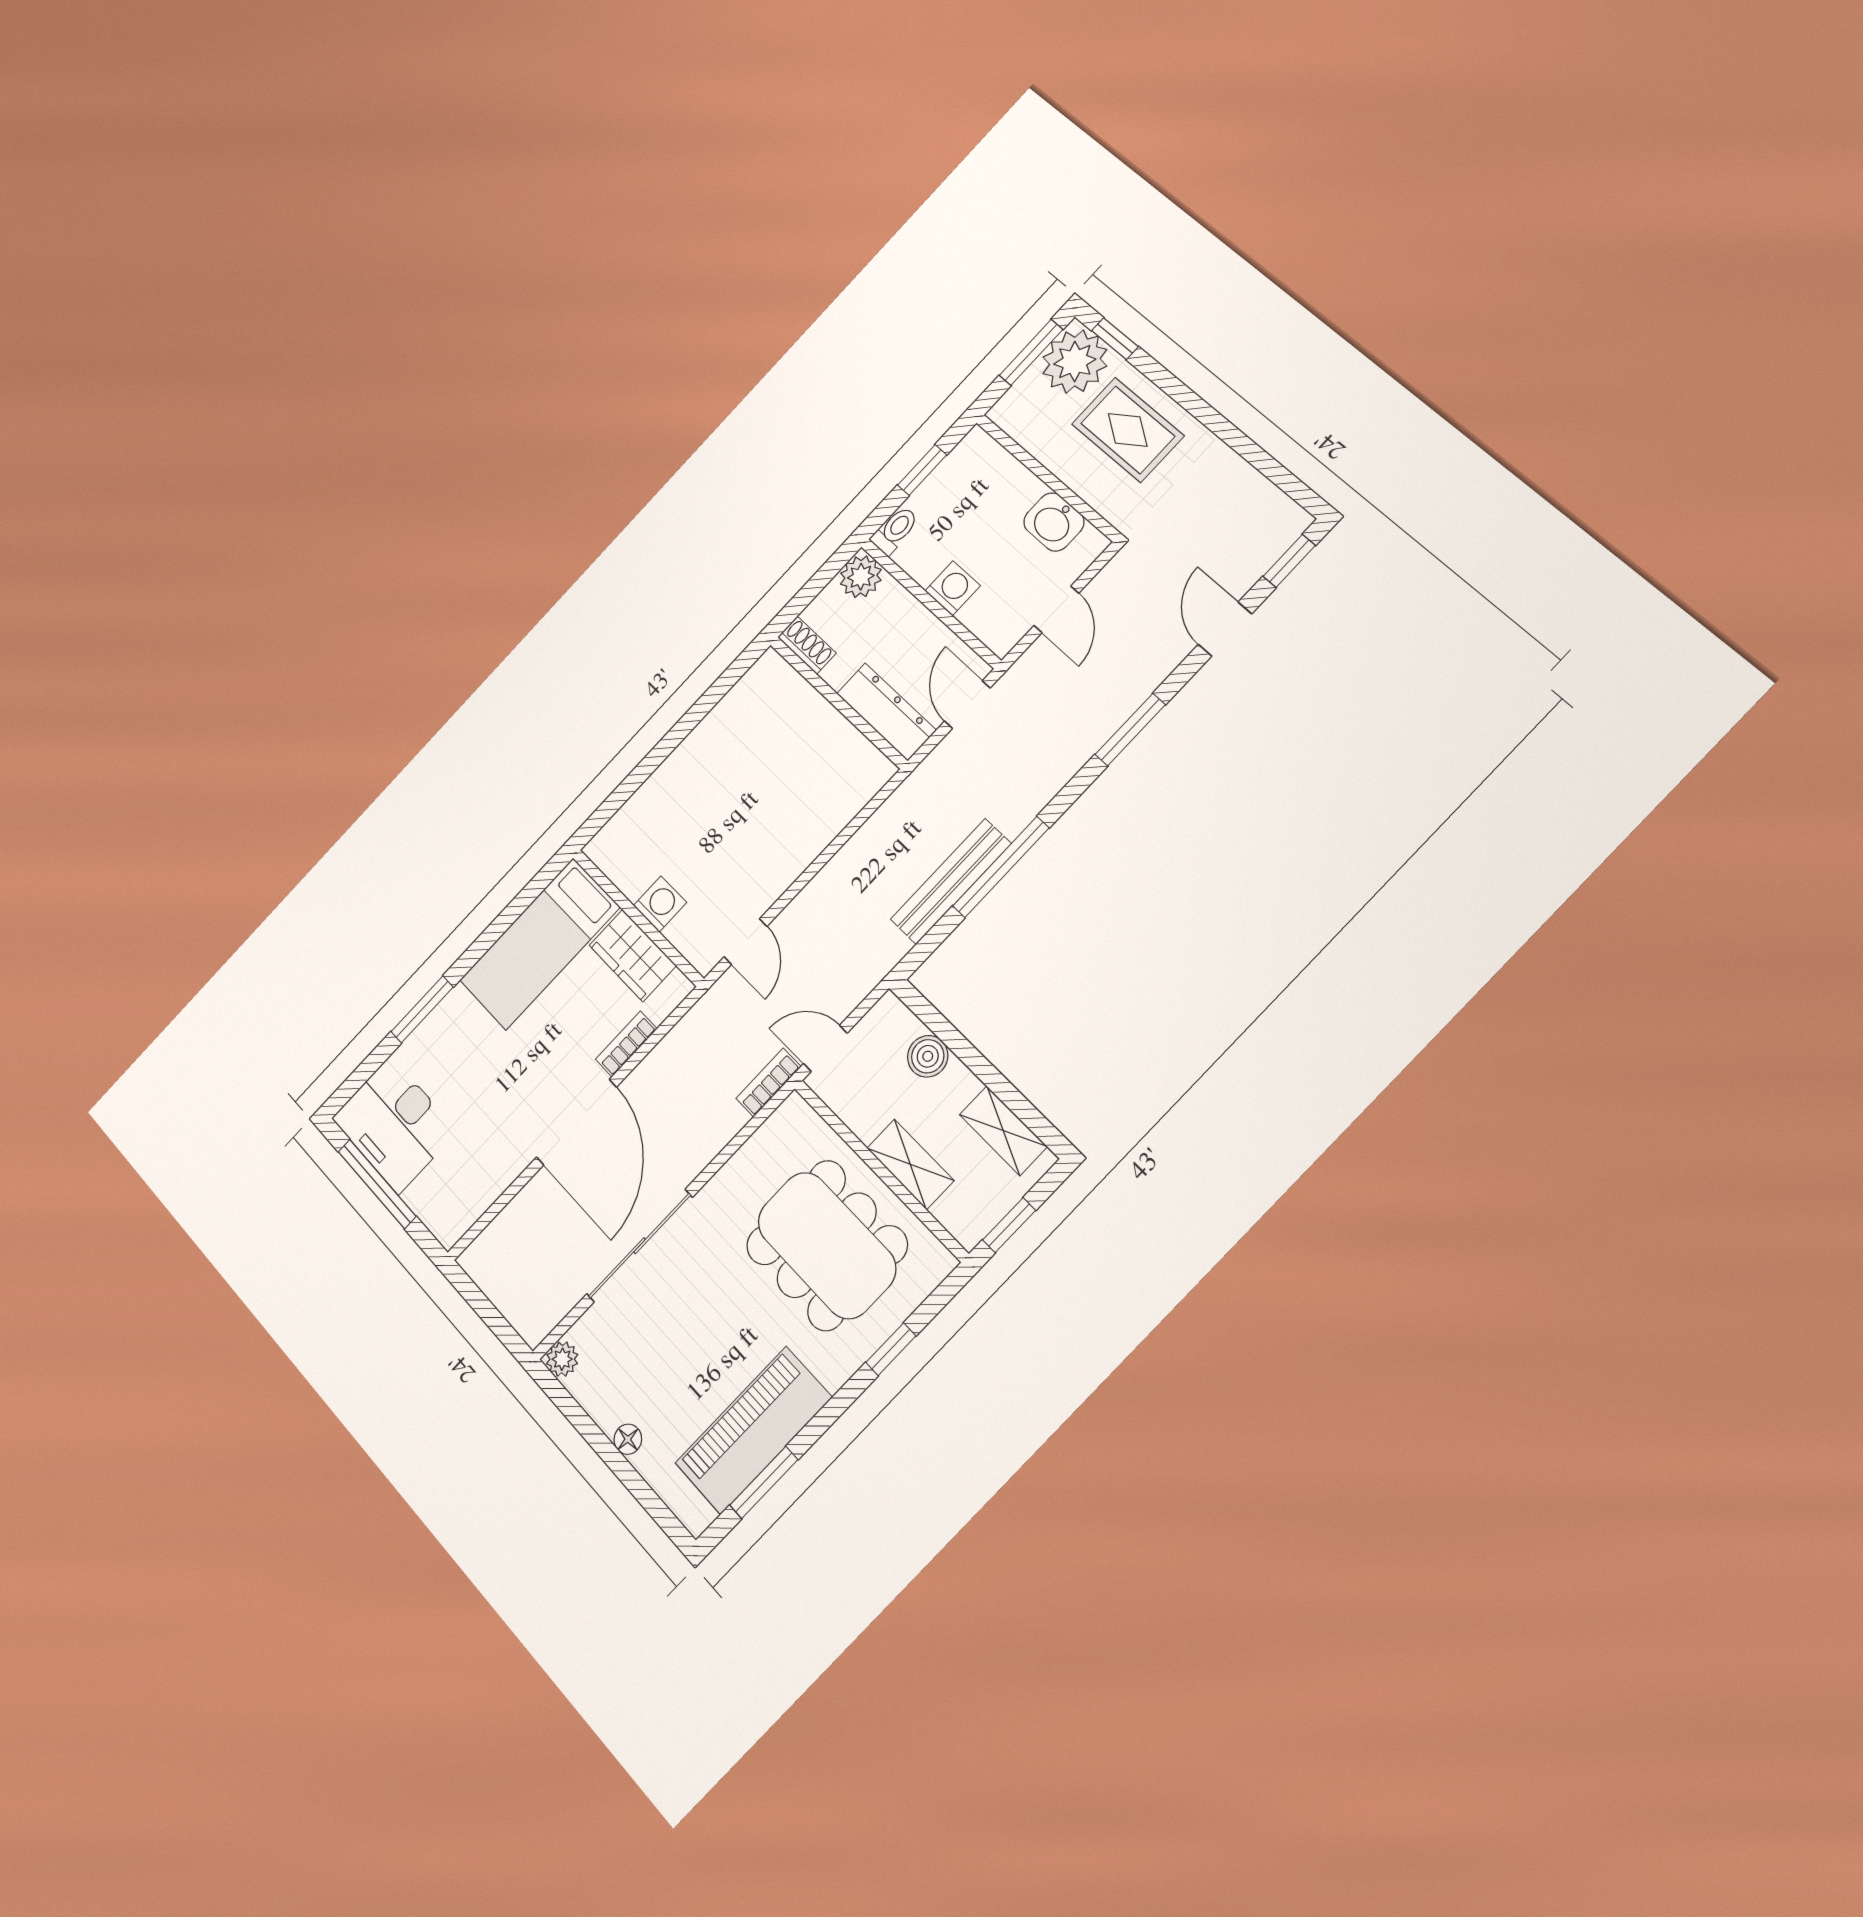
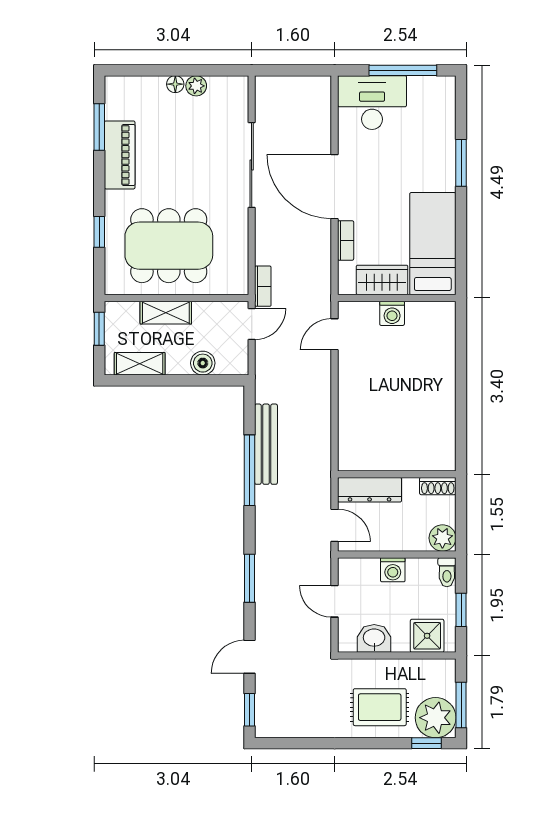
shower: (990, 472) -> (427, 636), added
door: (1225, 629) -> (250, 657), swing flipped
door: (745, 942) -> (335, 334), hinge flipped
desk: (394, 1125) -> (372, 103), moved
plant: (562, 1359) -> (196, 86), moved
piano: (753, 1430) -> (120, 155), width x0.73, depth x0.75

